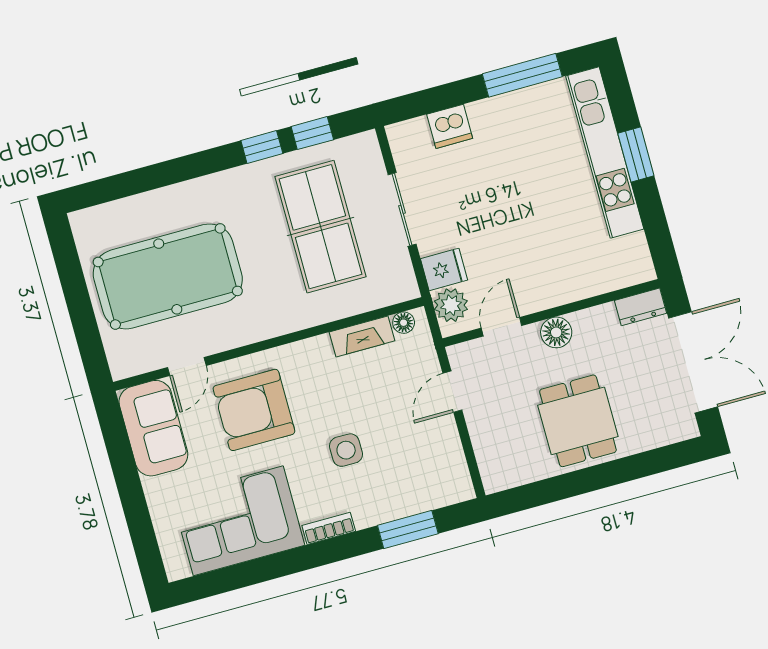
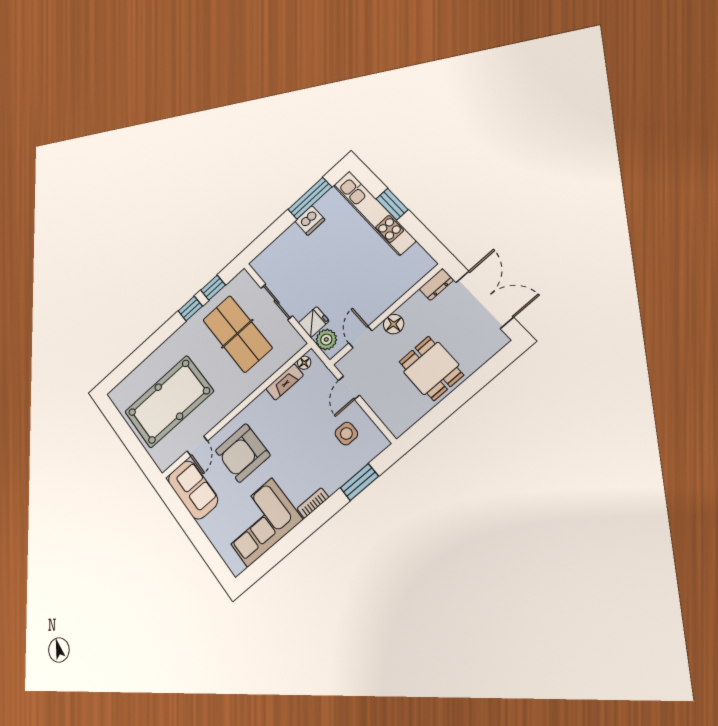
dishwasher: (450, 126) -> (310, 220), moved
side table: (346, 450) -> (346, 434), moved

